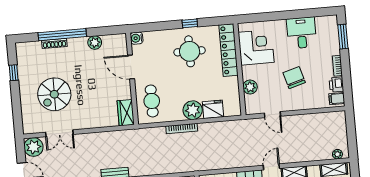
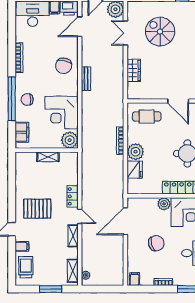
door: (131, 67) -> (178, 101), swing flipped
printer: (336, 85) -> (147, 280), removed
plant: (250, 87) -> (164, 204), moved
wardrobe: (126, 113) -> (134, 70), moved, turned 90
door: (272, 115) -> (125, 221), width x1.88

